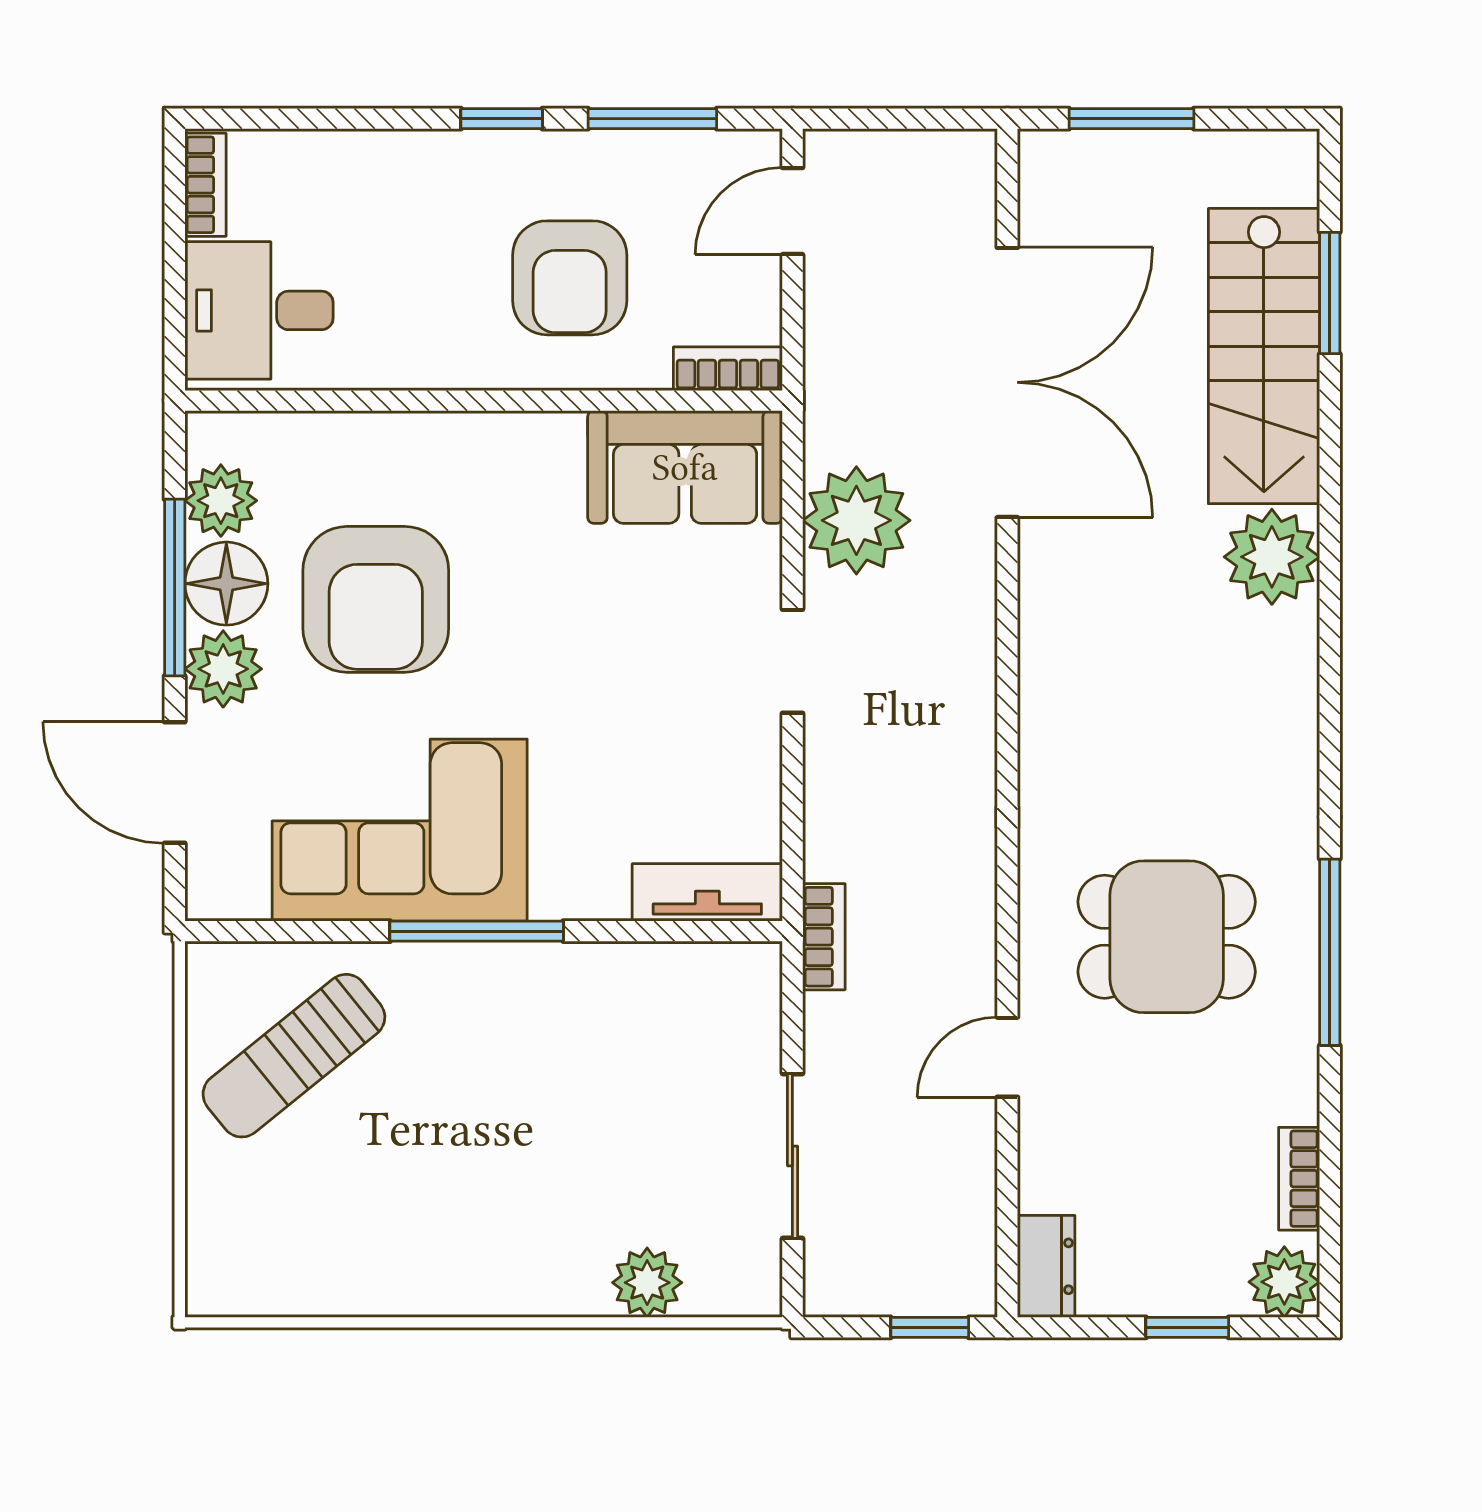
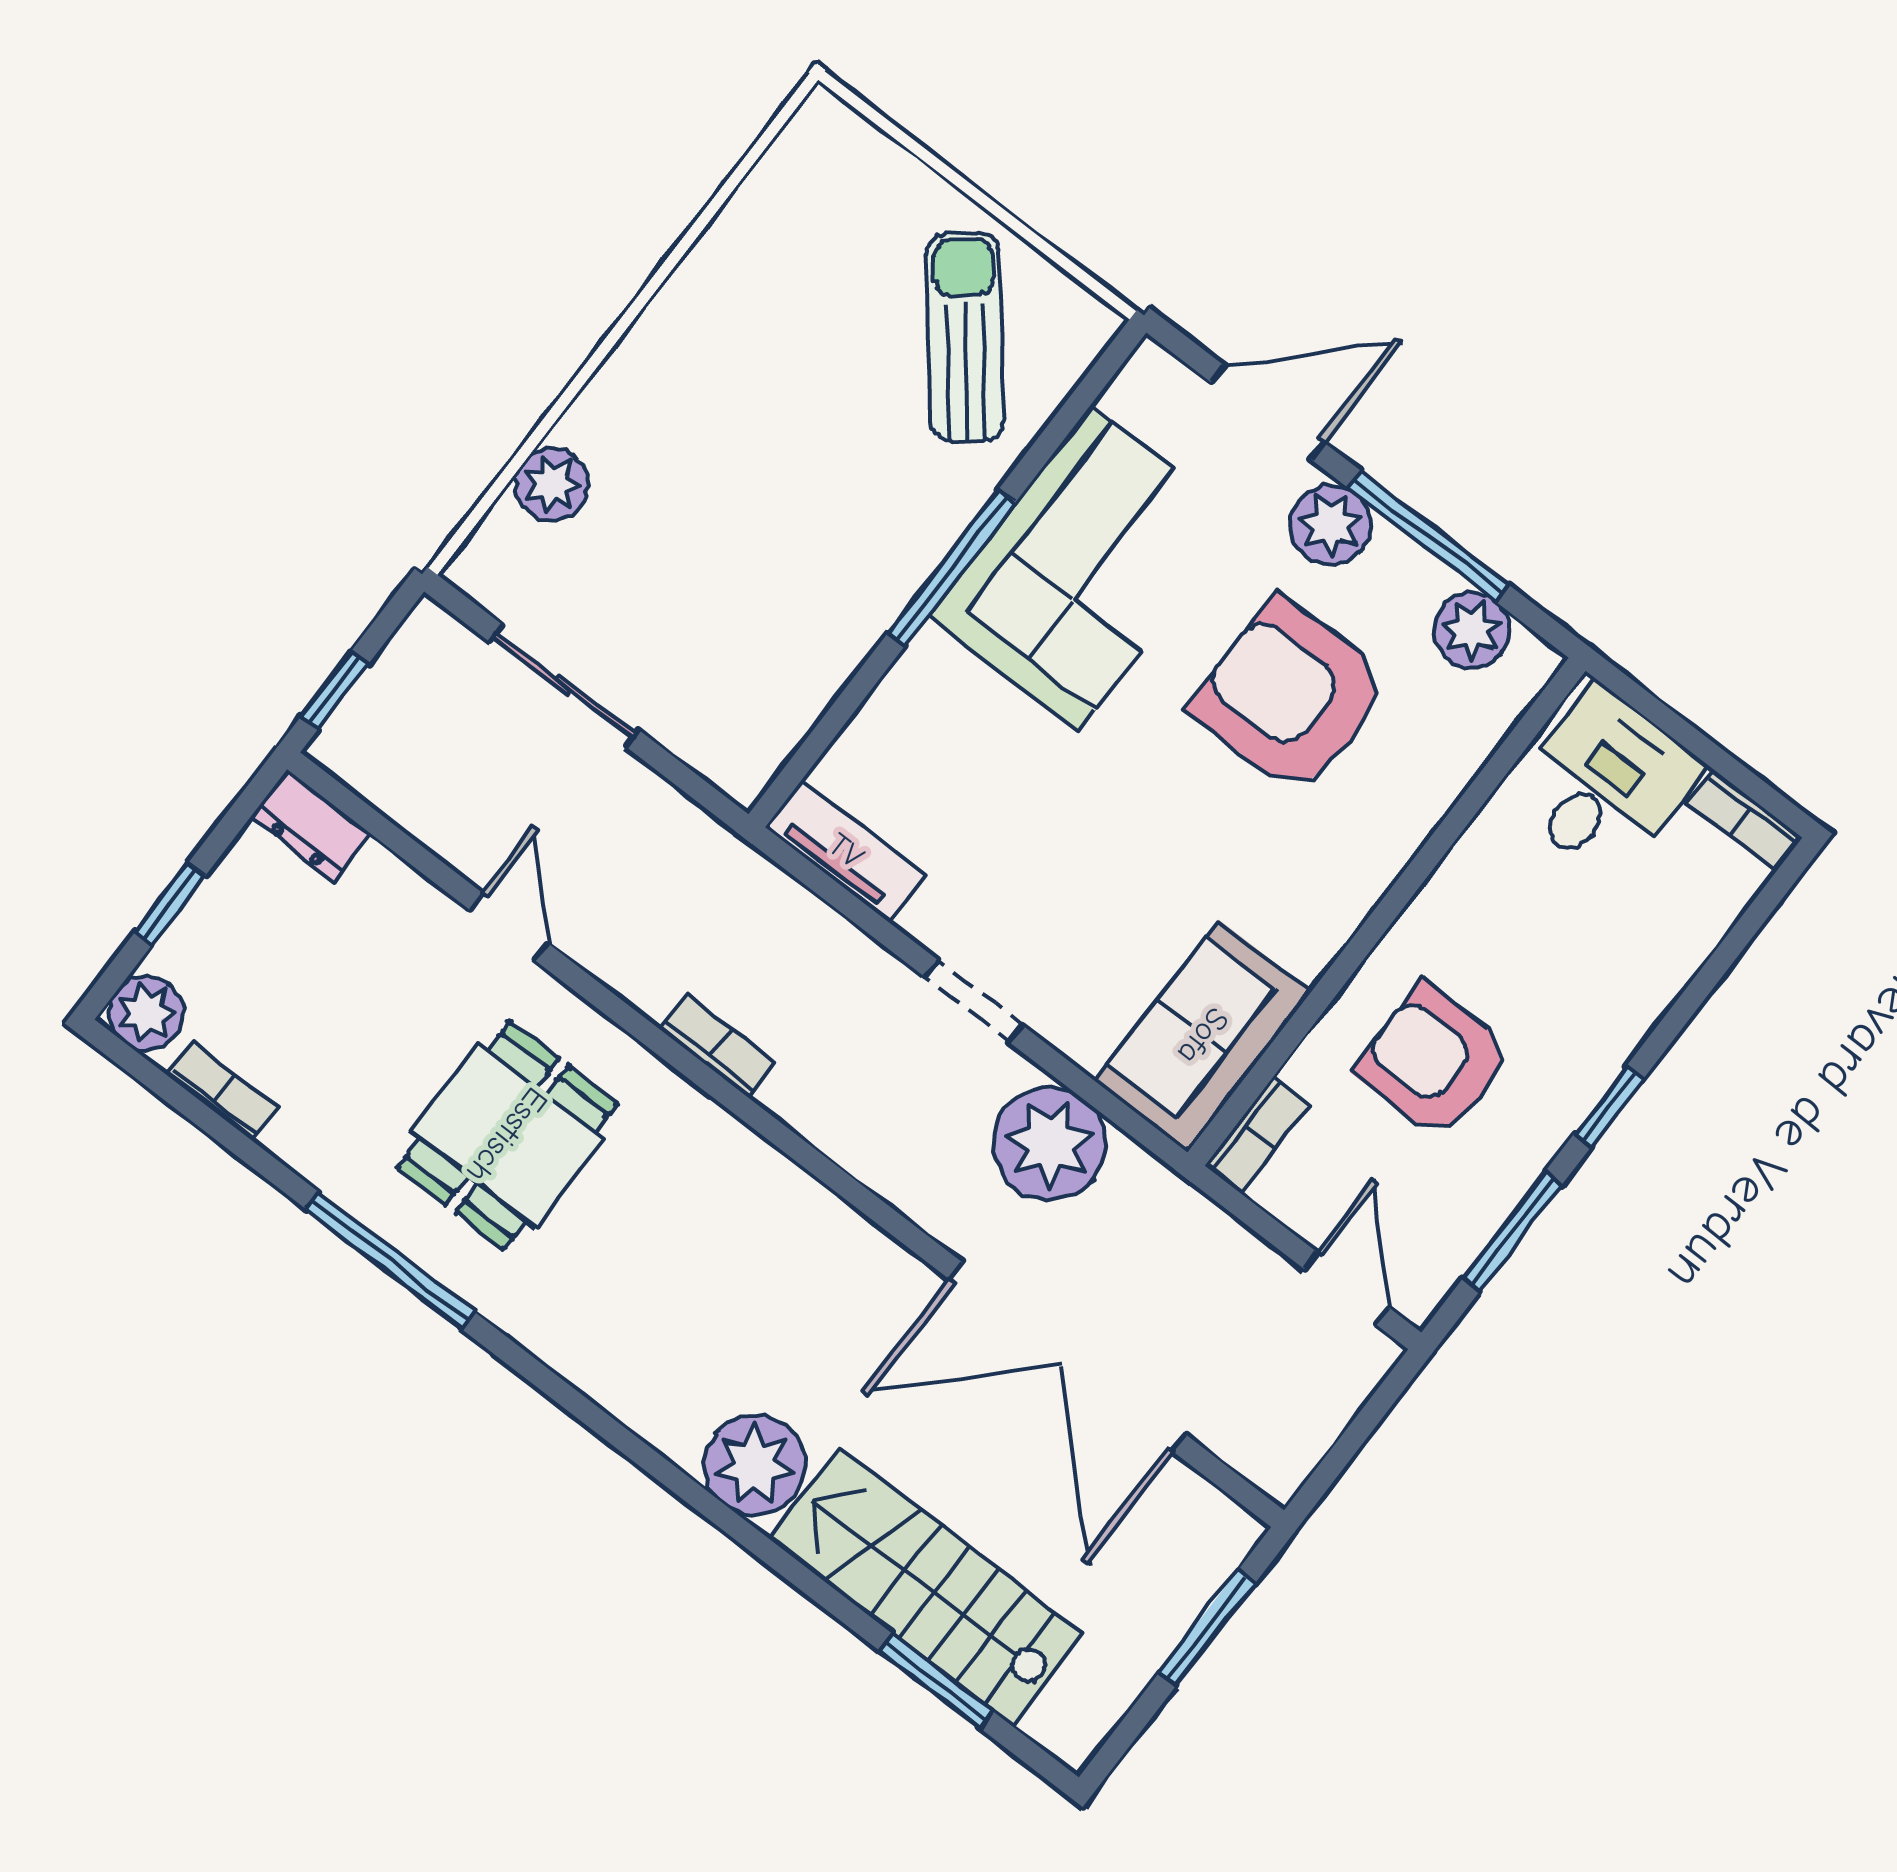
floor lamp: (226, 584) -> (1399, 582), removed
tv unit: (707, 892) -> (846, 851), moved, turned -90
bookcase: (824, 937) -> (717, 1046), moved, turned 180

